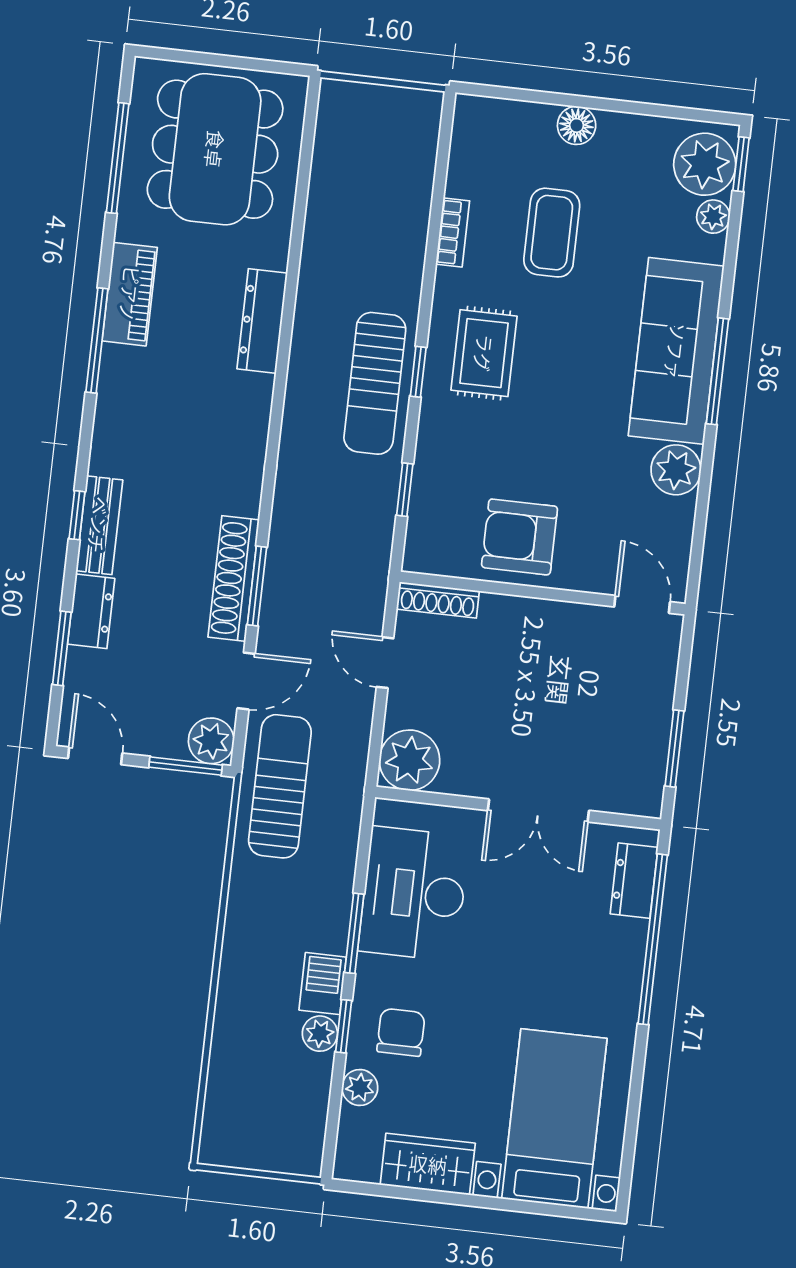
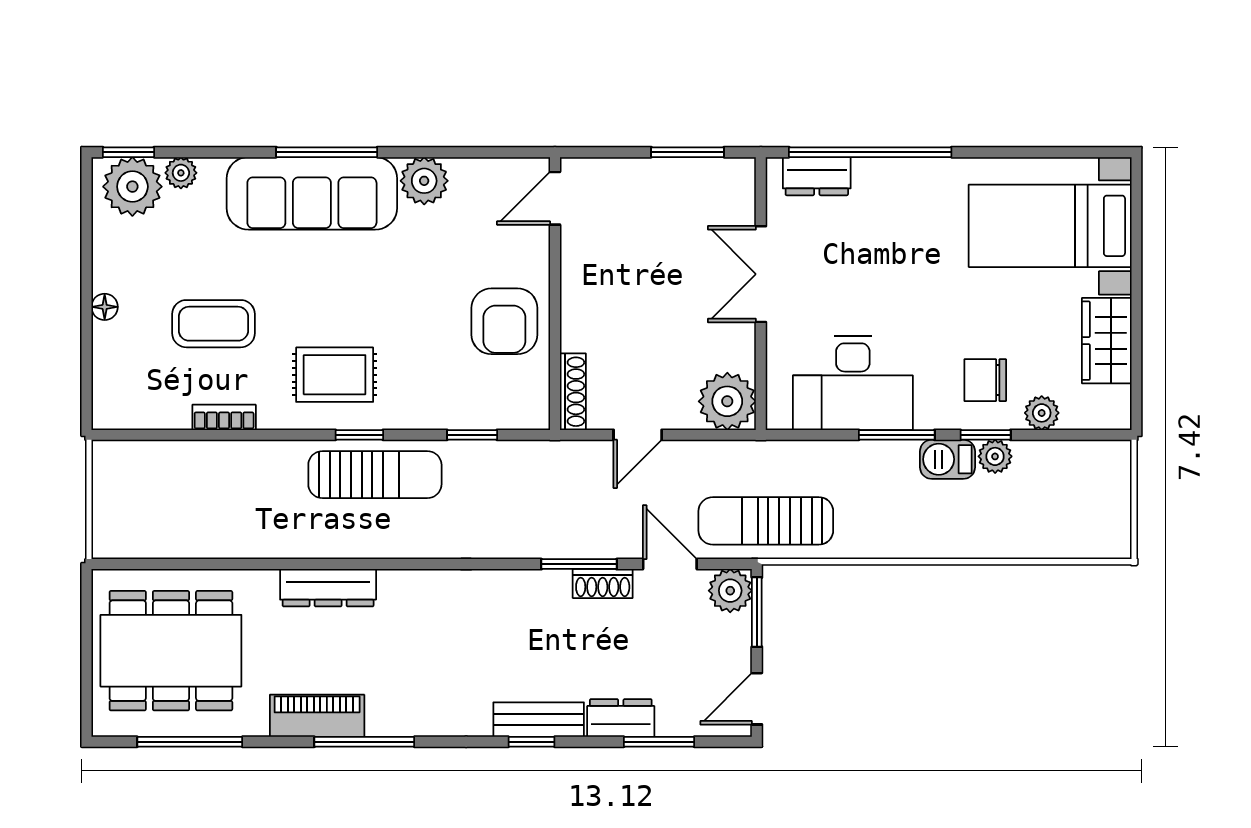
floor lamp: (577, 125) -> (105, 307), width x0.73, depth x0.73
shoe rack: (234, 579) -> (603, 583), width x0.51, depth x0.81
double door: (538, 811) -> (761, 274), swing flipped

